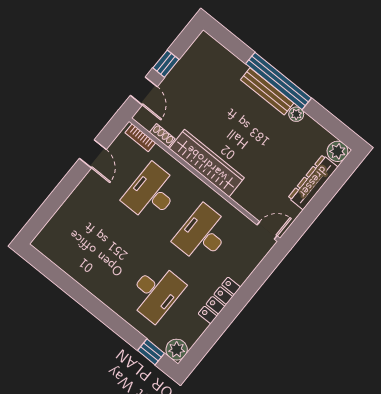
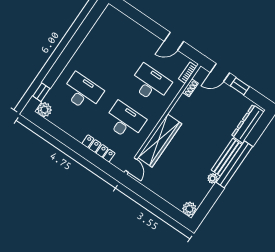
wardrobe: (207, 163) -> (160, 141), moved
dresser: (313, 182) -> (248, 124), moved, turned -90
desk: (156, 292) -> (83, 92), turned 180
locker: (219, 300) -> (98, 148), moved

